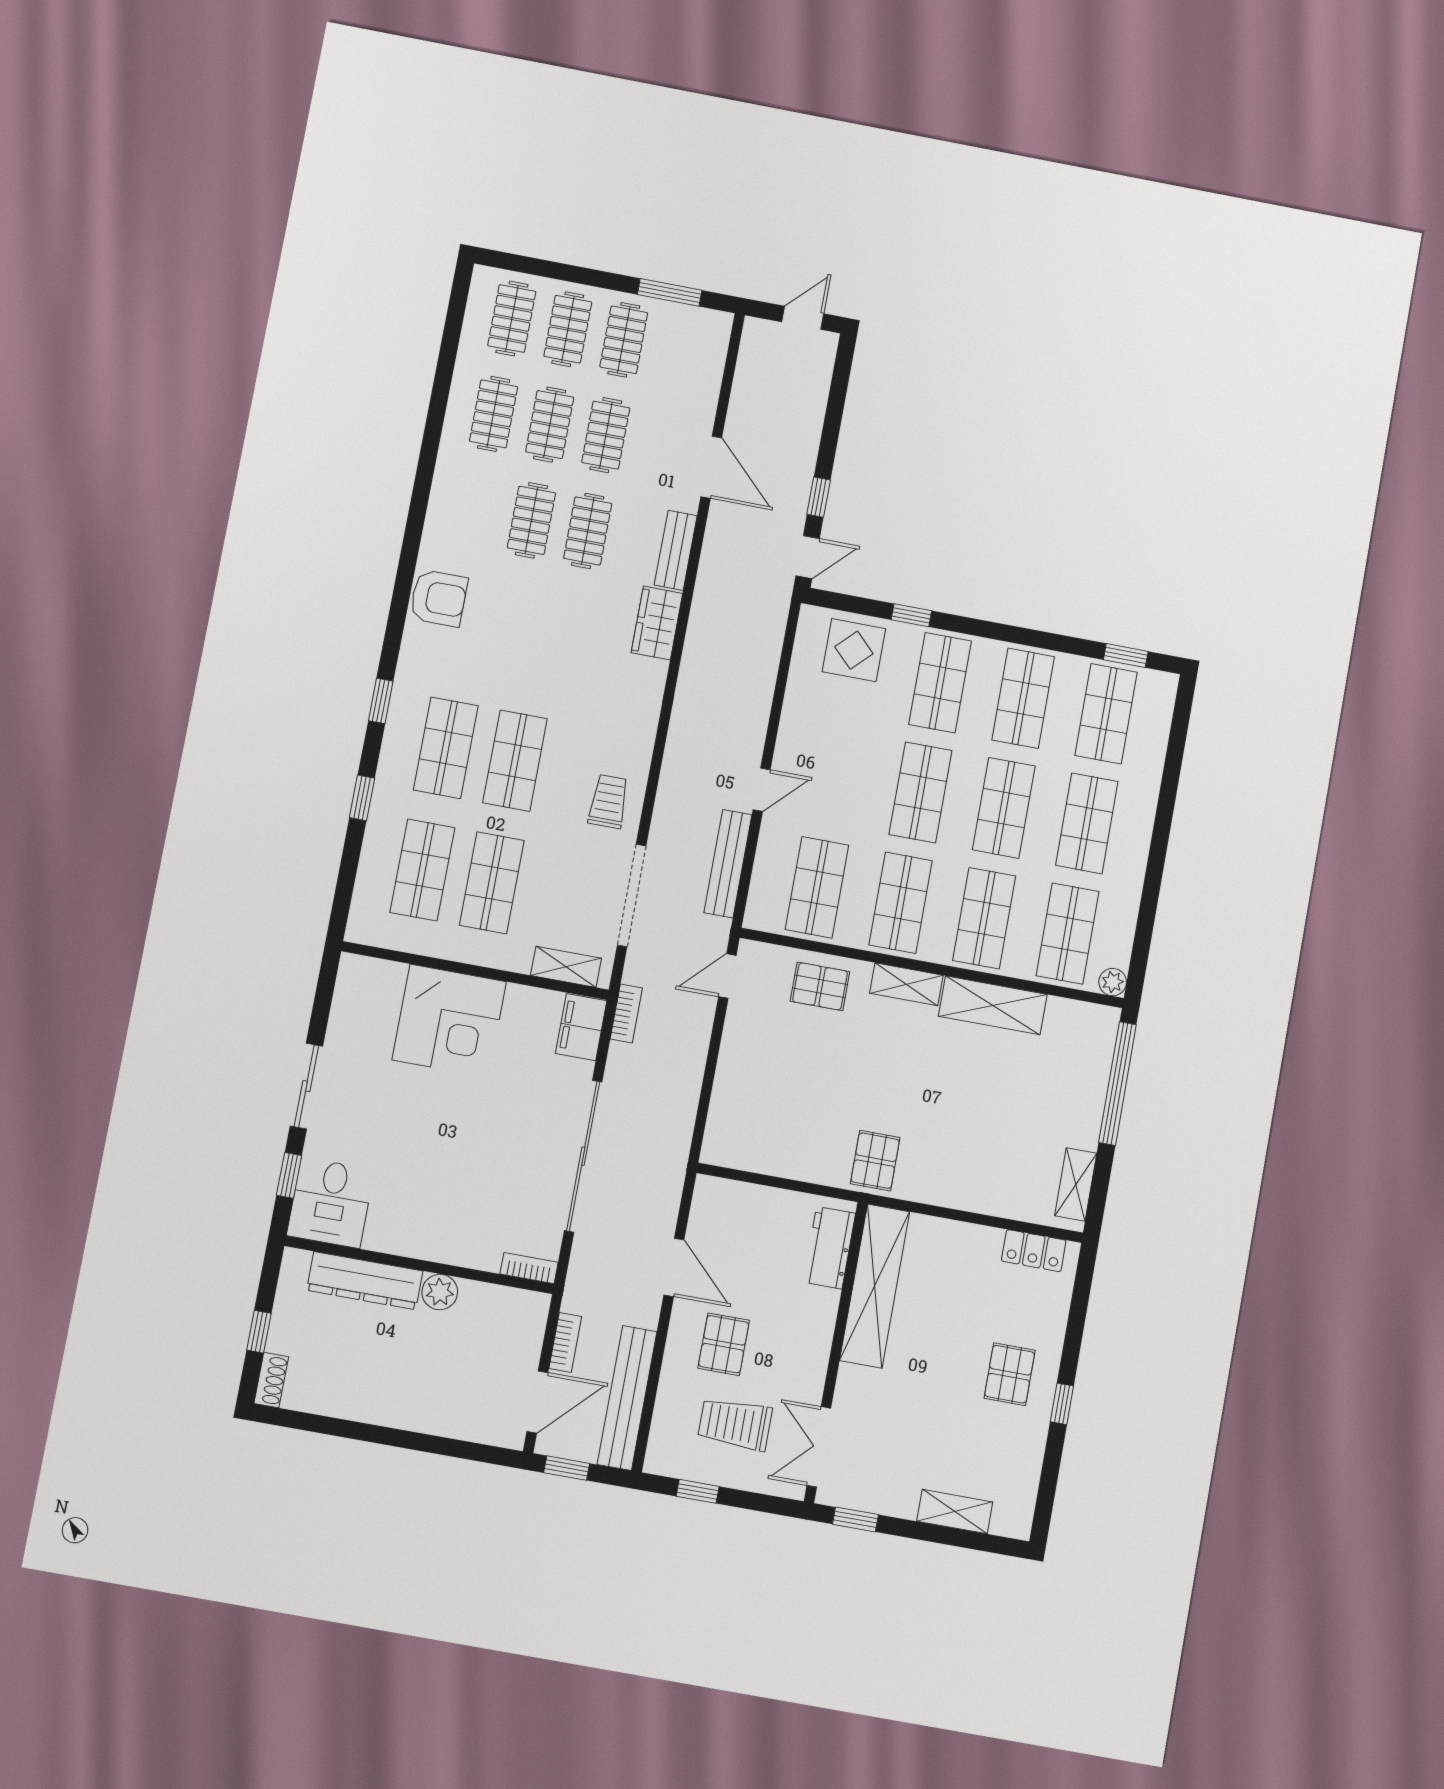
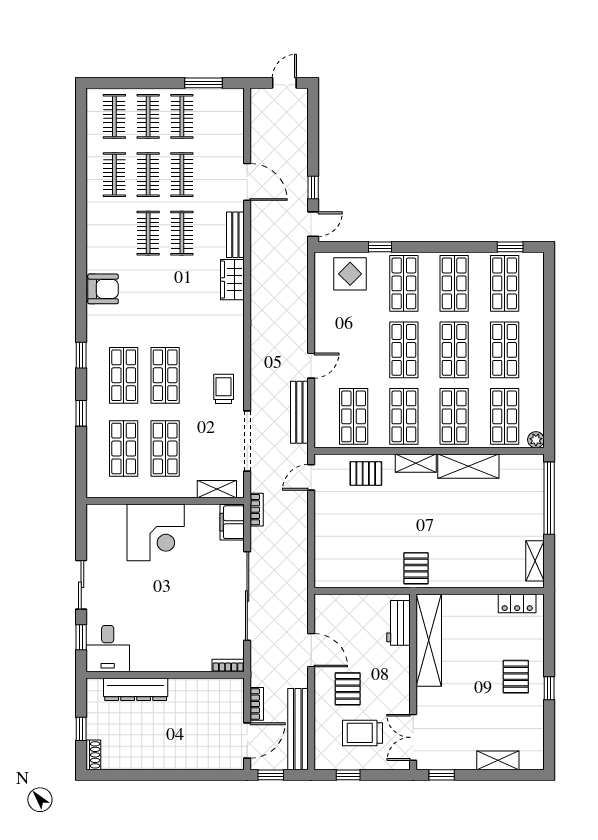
plant: (440, 1292) -> (180, 688), removed

